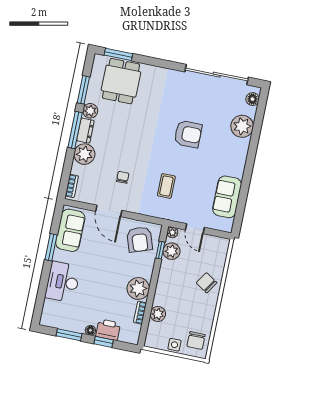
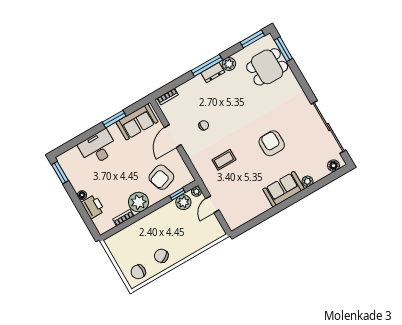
window: (83, 90) -> (252, 39), moved
plant: (242, 126) -> (307, 181), width x0.53, depth x0.53
armchair: (188, 134) -> (272, 143), turned 180
plant: (84, 154) -> (196, 86), removed
sofa: (227, 197) -> (284, 189), moved
armchair: (140, 239) -> (161, 177), moved
chair: (207, 283) -> (161, 256), moved, turned -66
plant: (158, 314) -> (133, 230), removed
window: (69, 335) -> (60, 173), moved
window: (104, 342) -> (82, 211), removed
side table: (174, 345) -> (123, 260), removed

